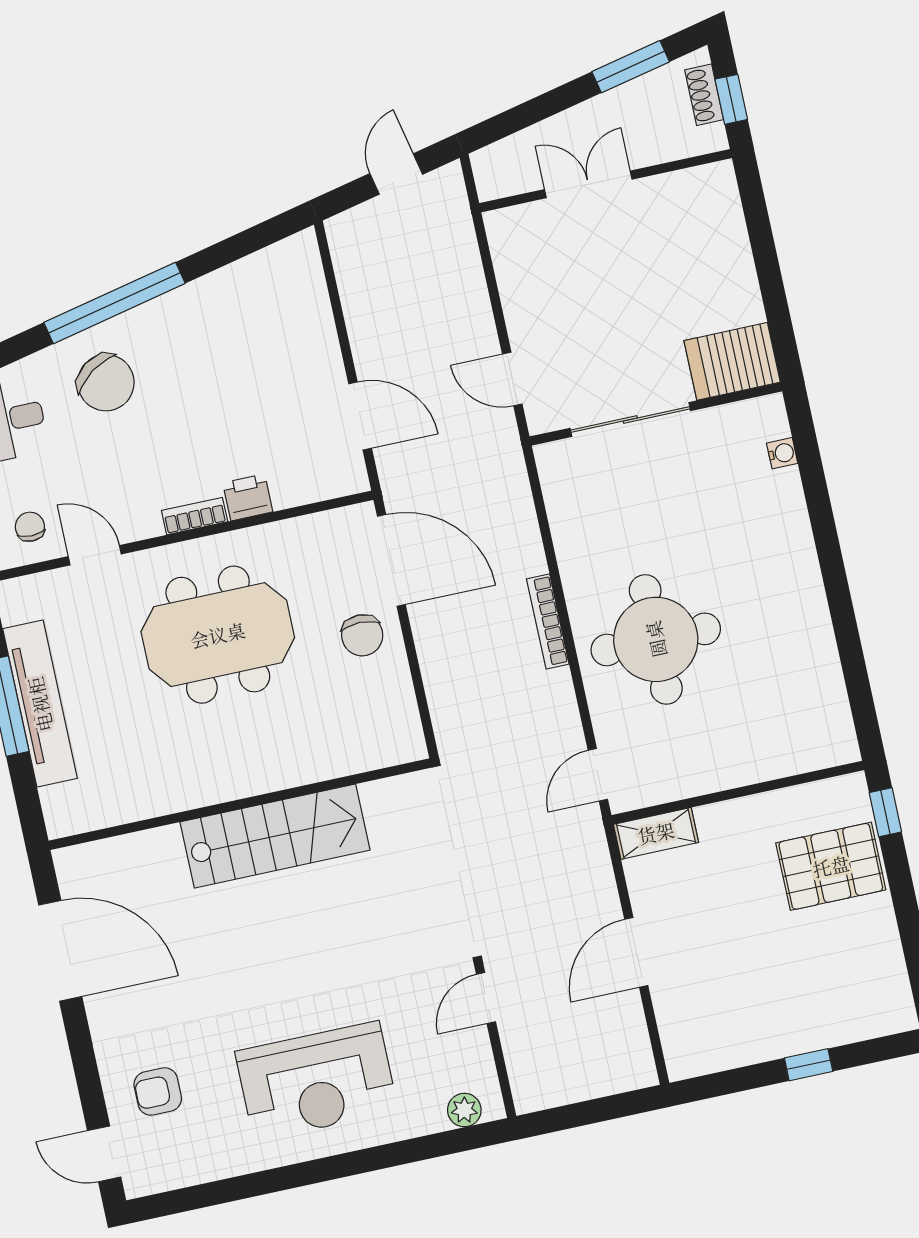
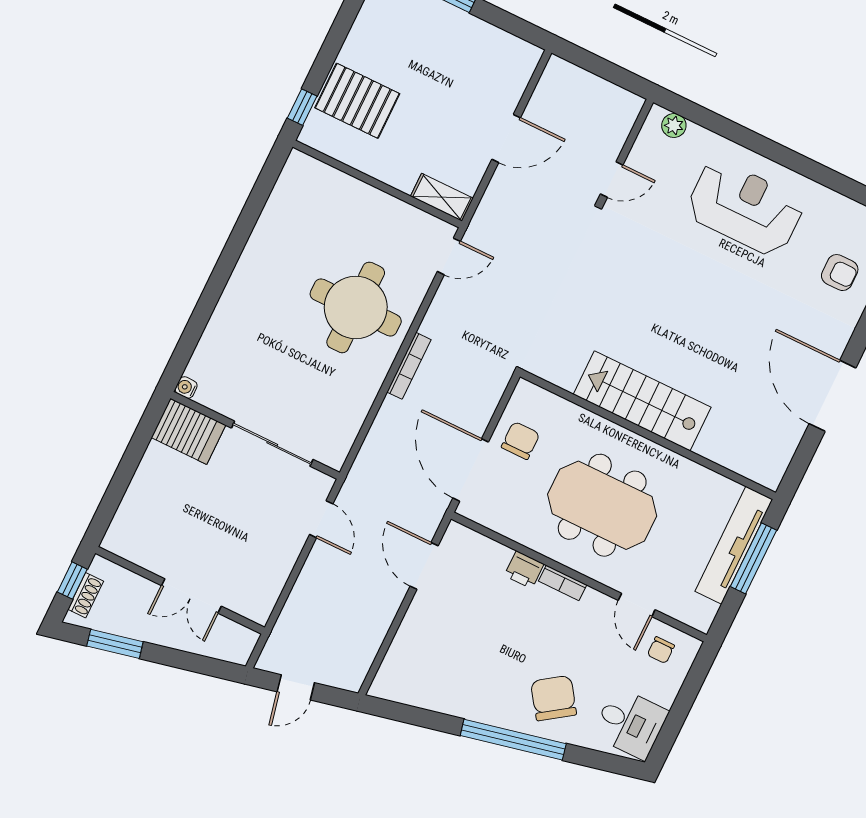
water cooler: (782, 453) -> (186, 387), moved
wall: (240, 804) -> (648, 435), moved
stairs: (275, 836) -> (642, 401), moved

